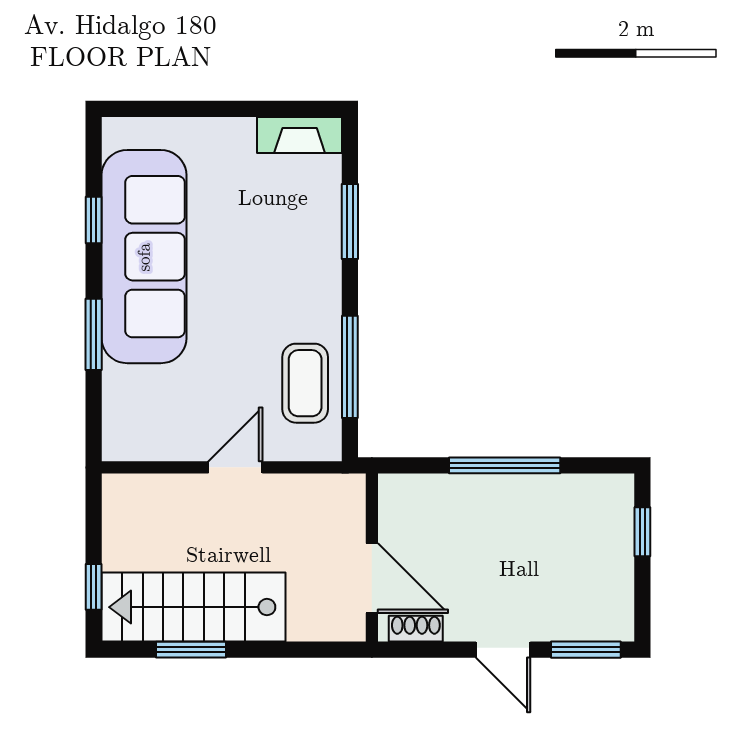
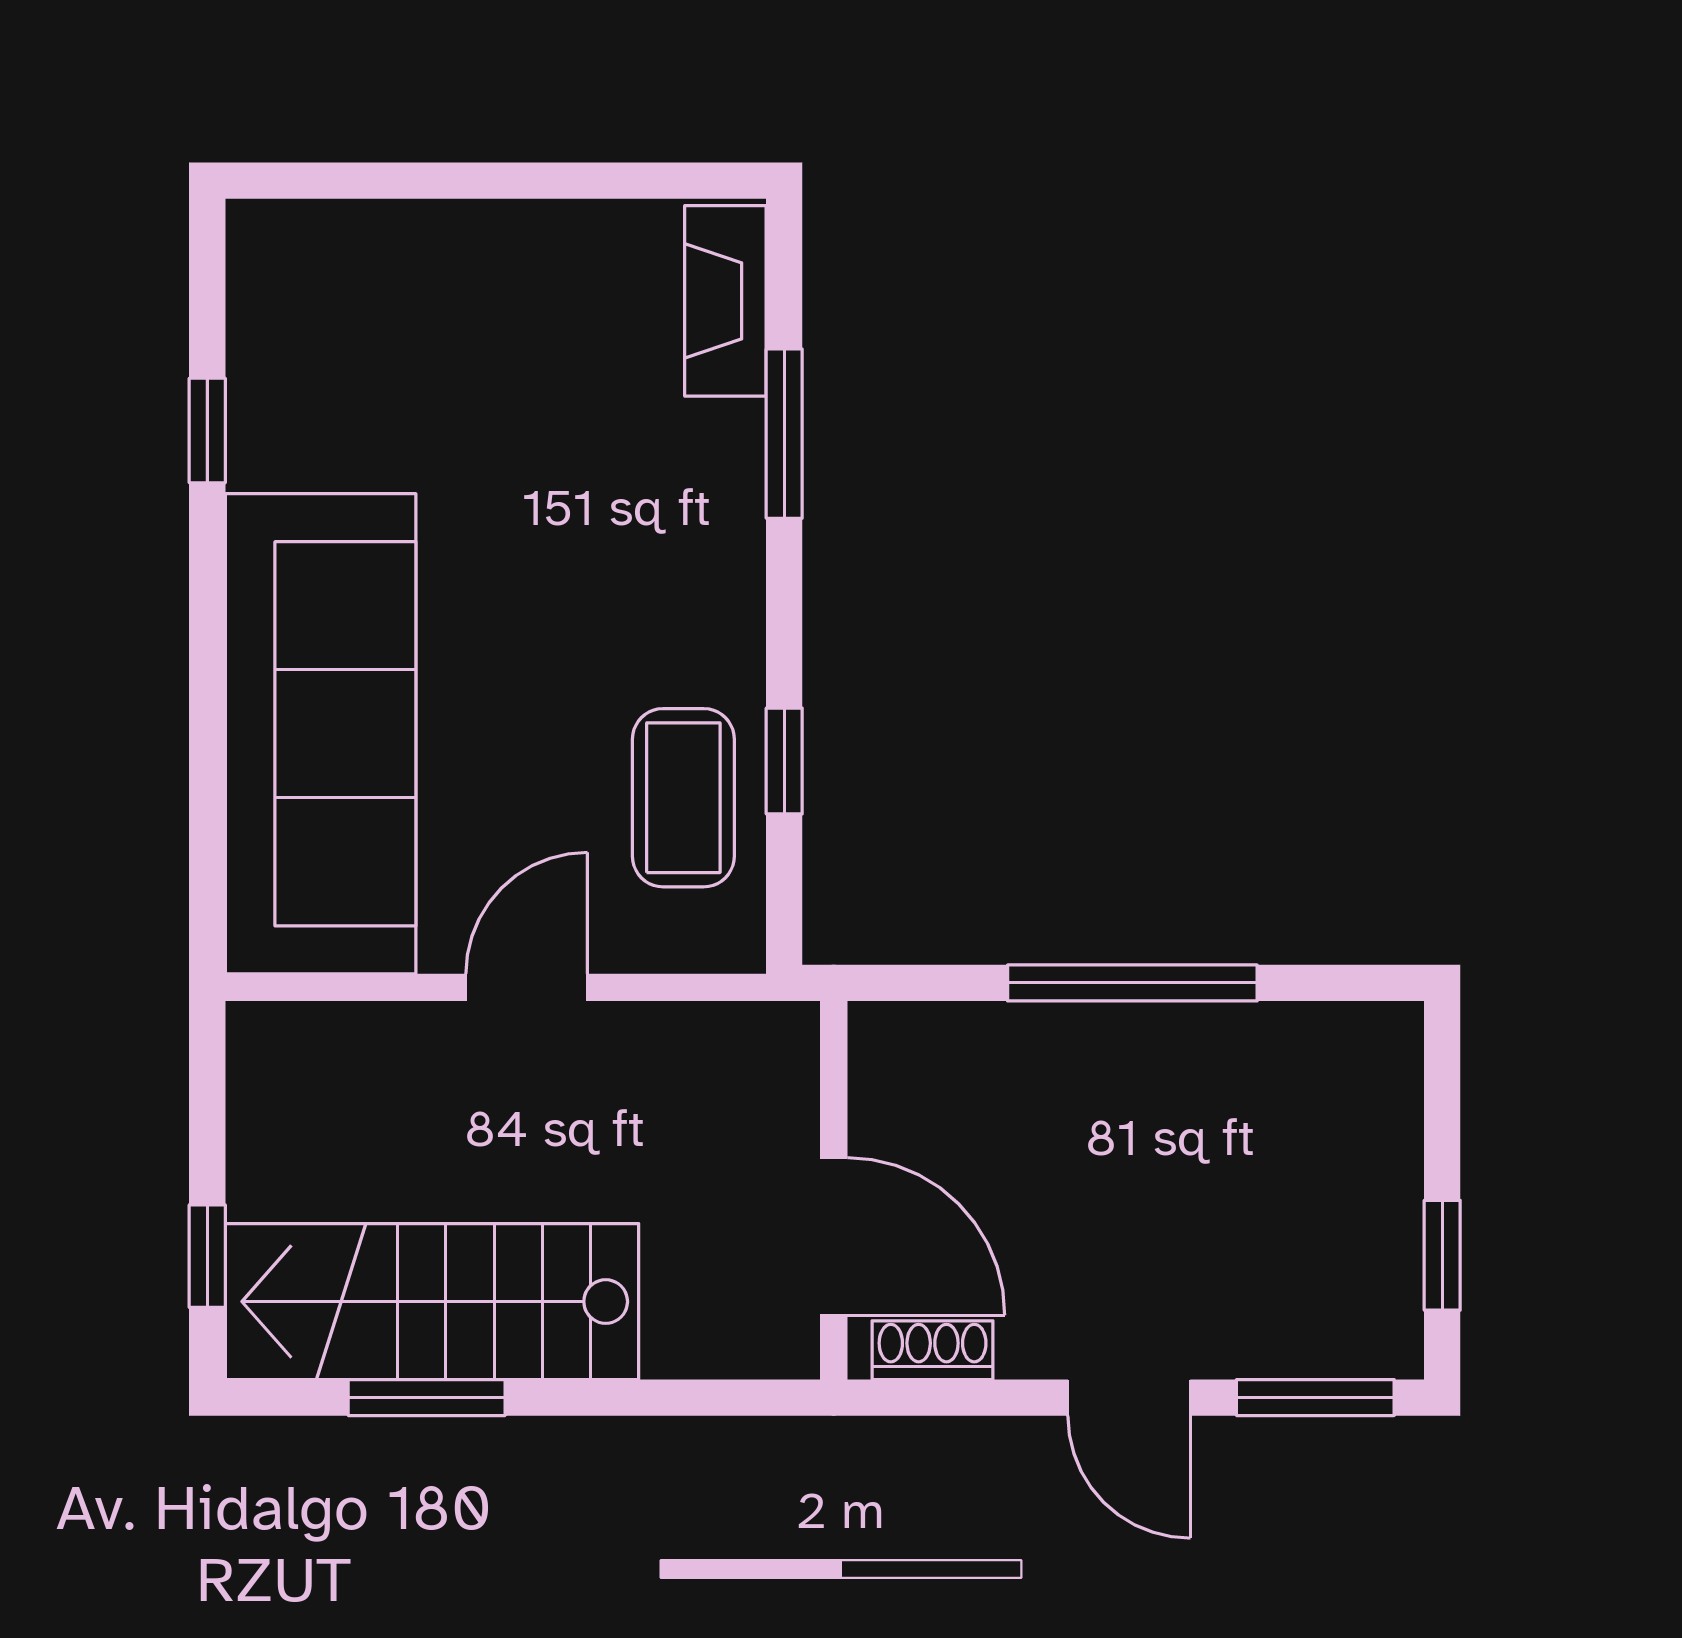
fireplace: (300, 135) -> (725, 301), moved, turned 90
sofa: (144, 257) -> (321, 734), moved
window: (94, 334) -> (207, 688), removed
window: (350, 367) -> (784, 761), width x0.46
window: (642, 532) -> (1442, 1255), moved

